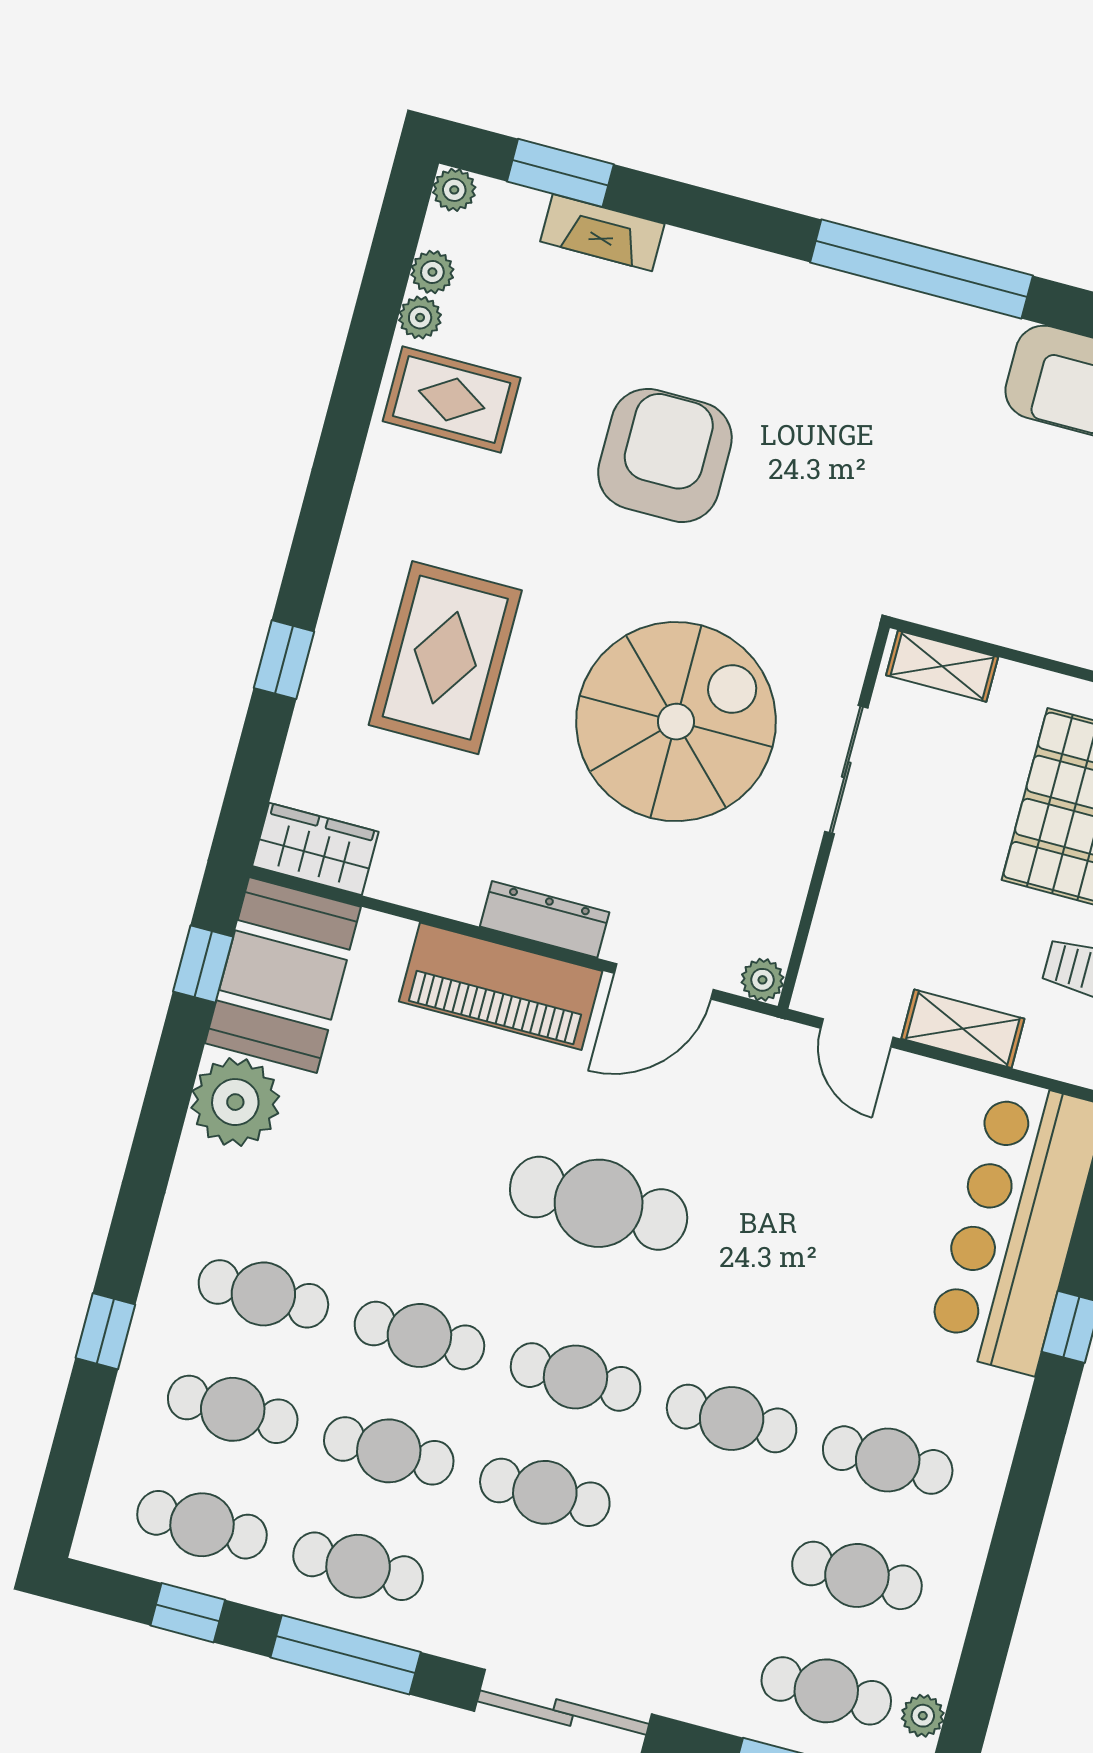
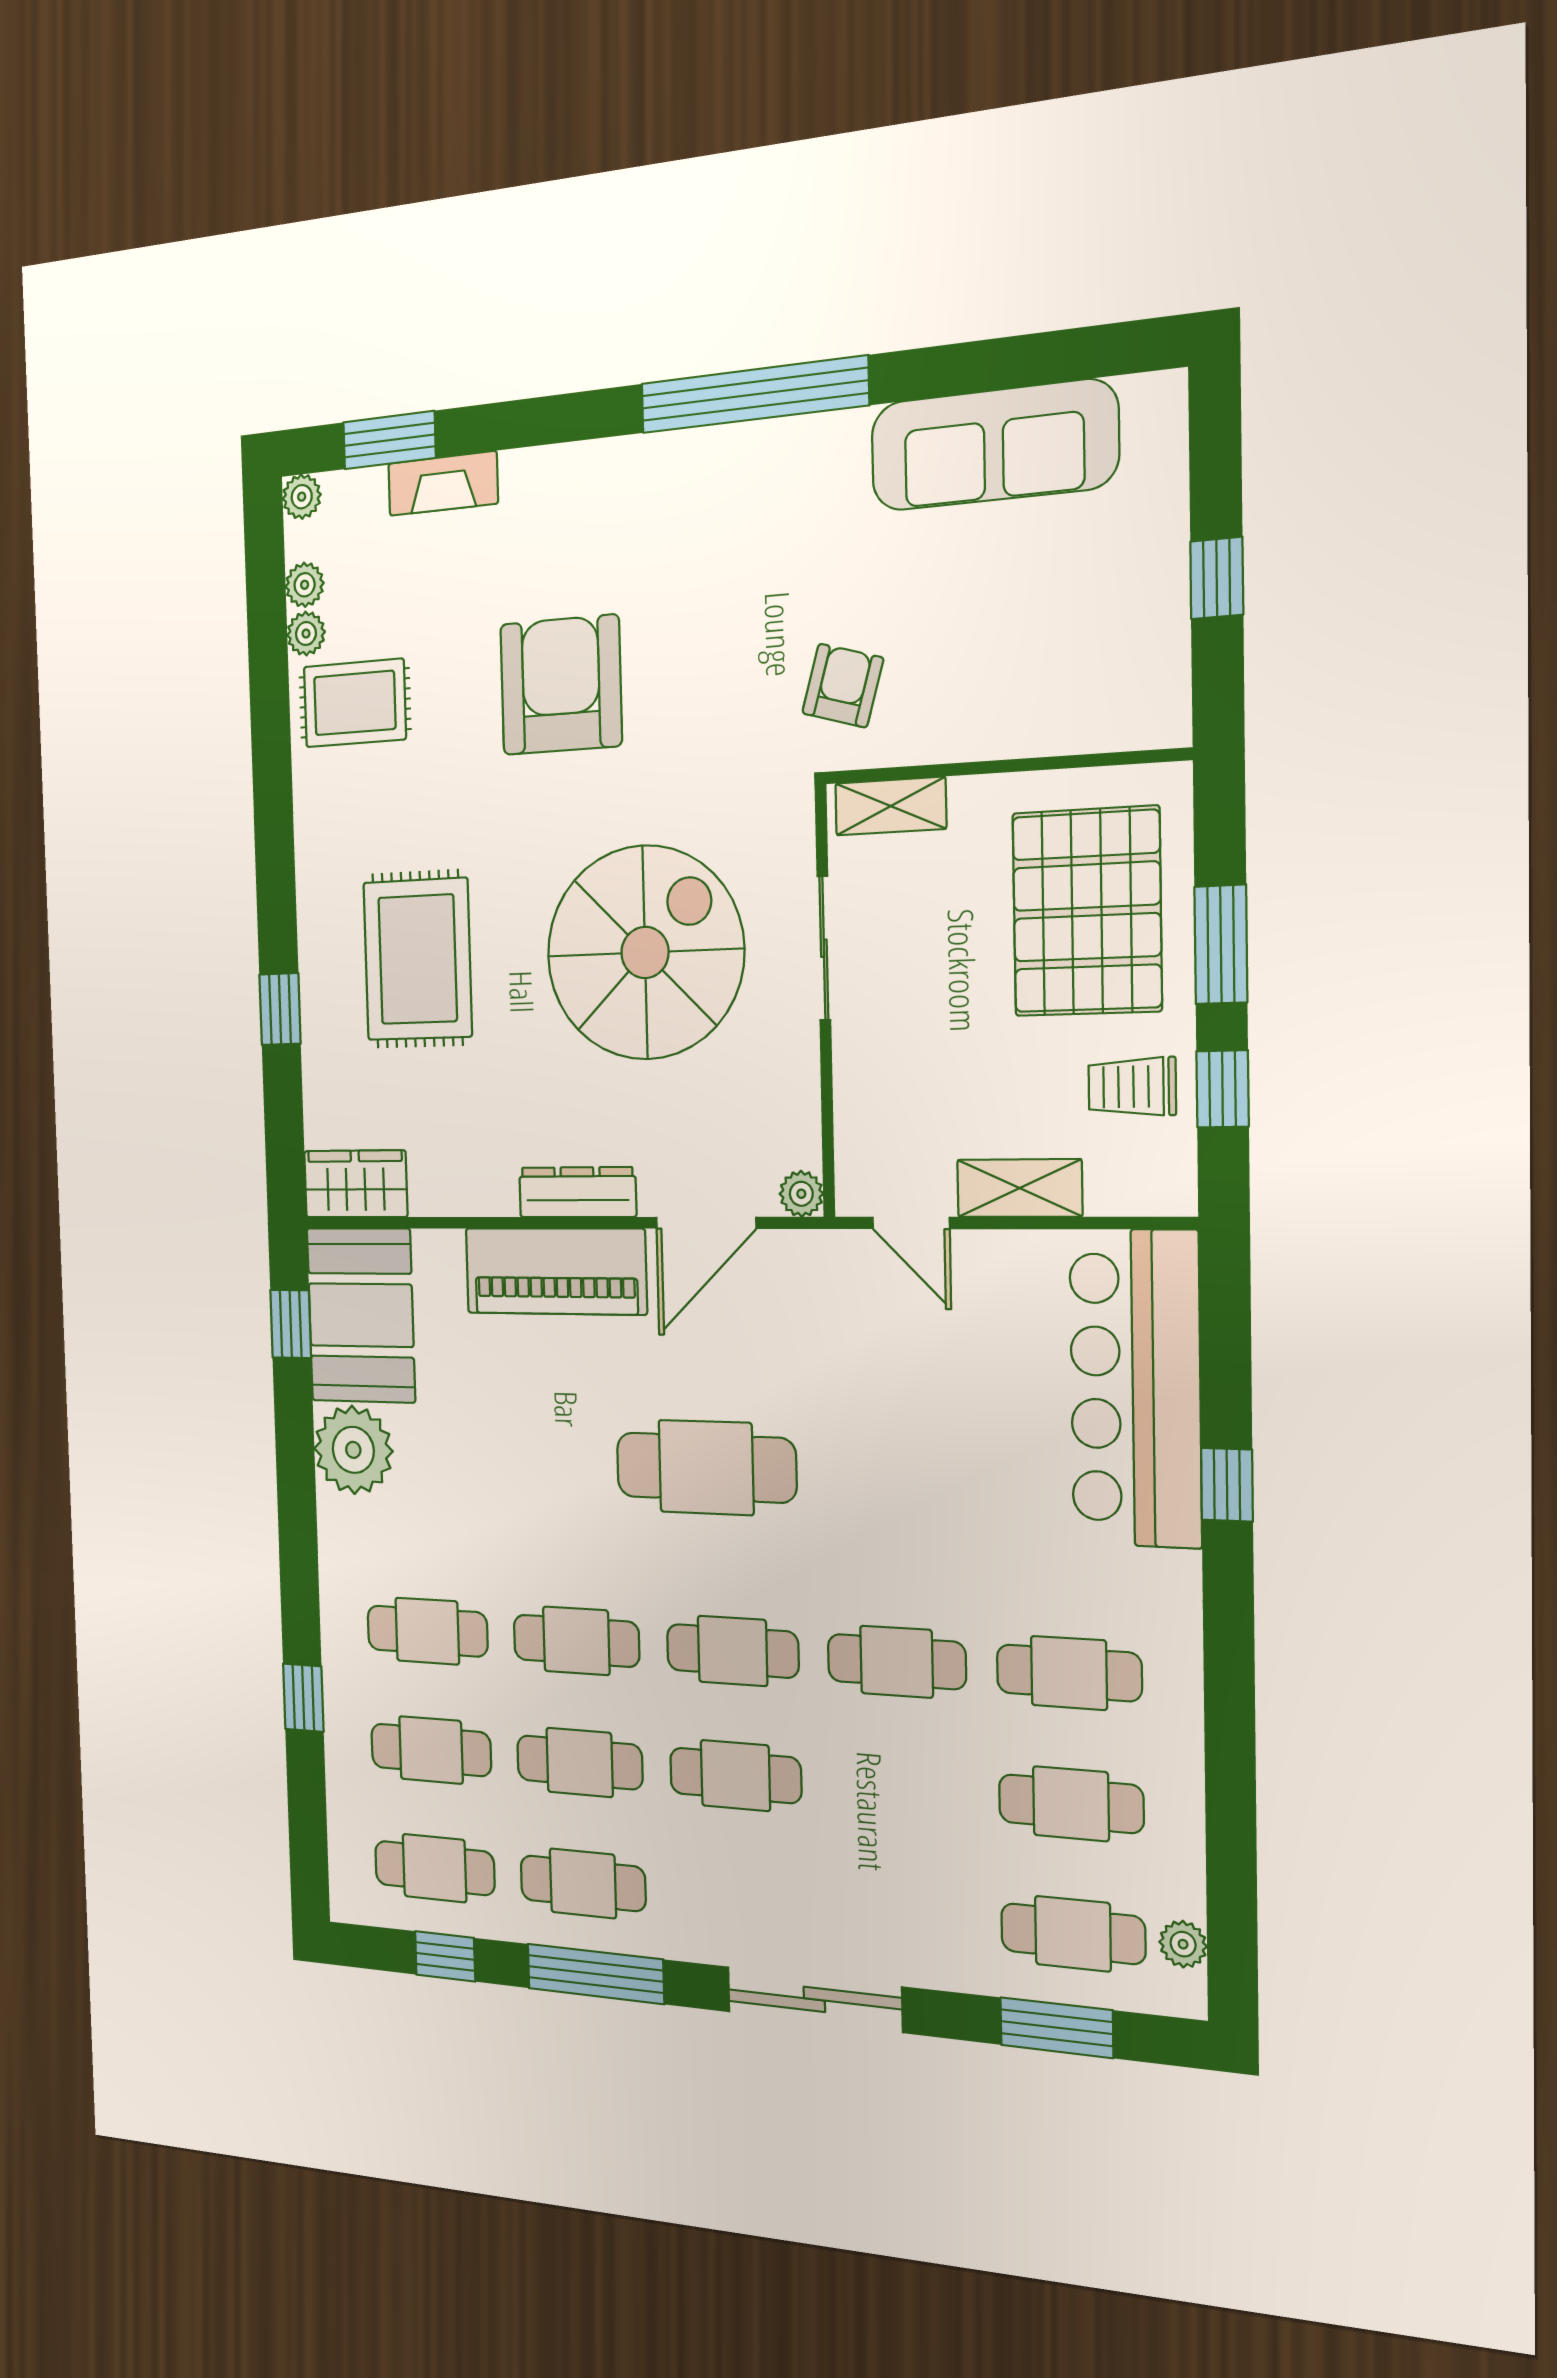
armchair: (929, 548) -> (843, 686), added

